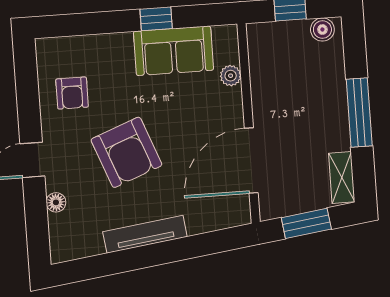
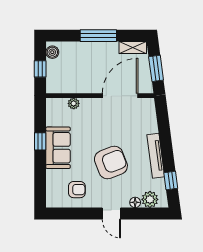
sofa: (173, 51) -> (58, 148), moved
door: (251, 160) -> (120, 96), swing flipped
plant: (63, 229) -> (150, 199), added
window: (101, 265) -> (171, 181), added

